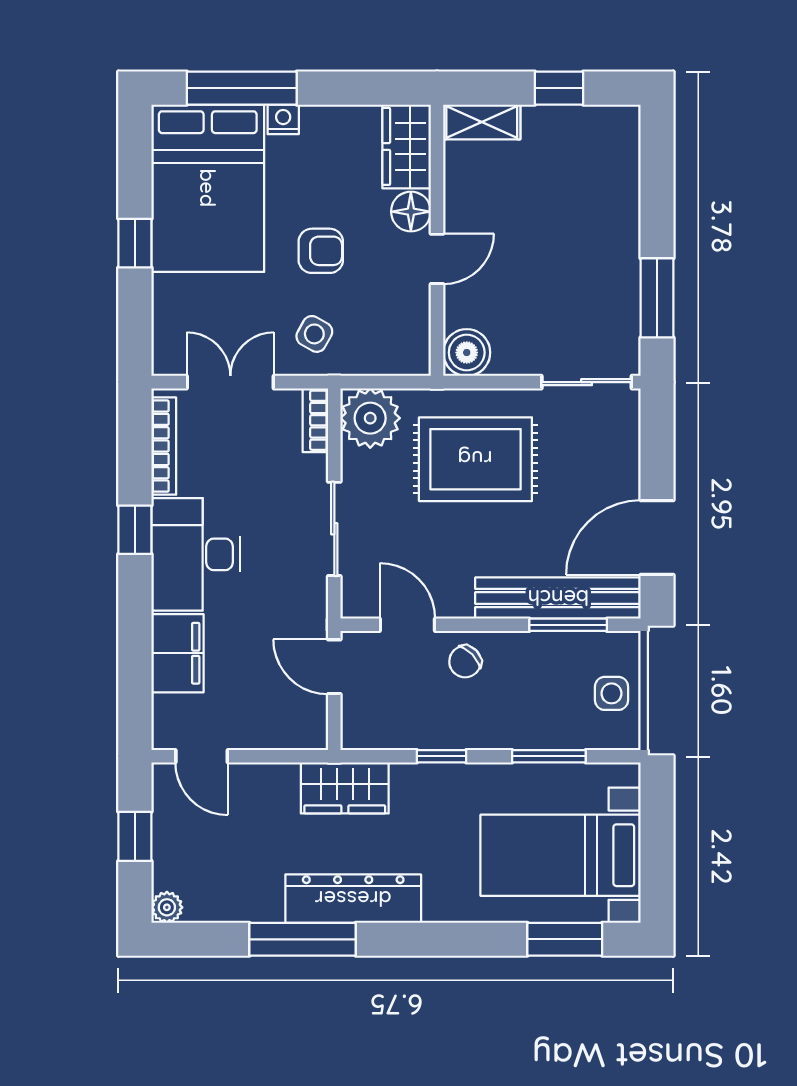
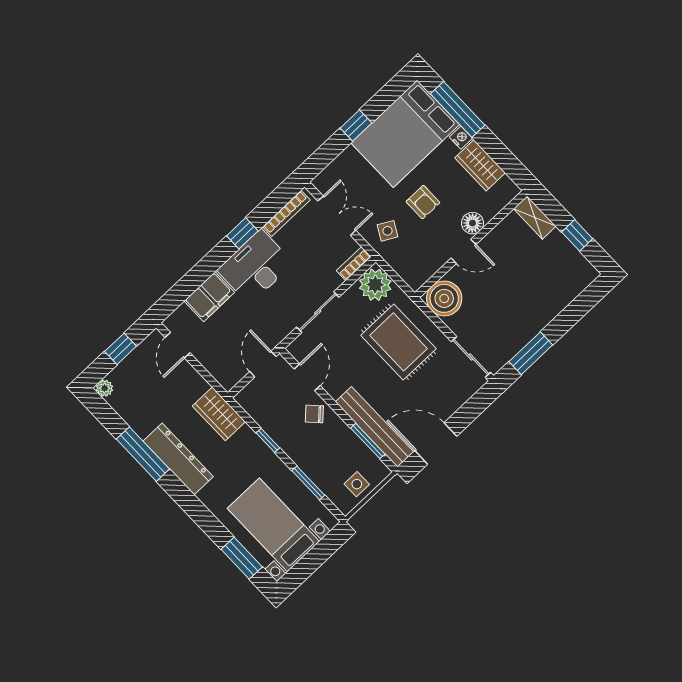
wardrobe: (407, 146) -> (480, 165), moved, turned -90
boiler: (467, 353) -> (444, 298), width x1.37, depth x1.37

